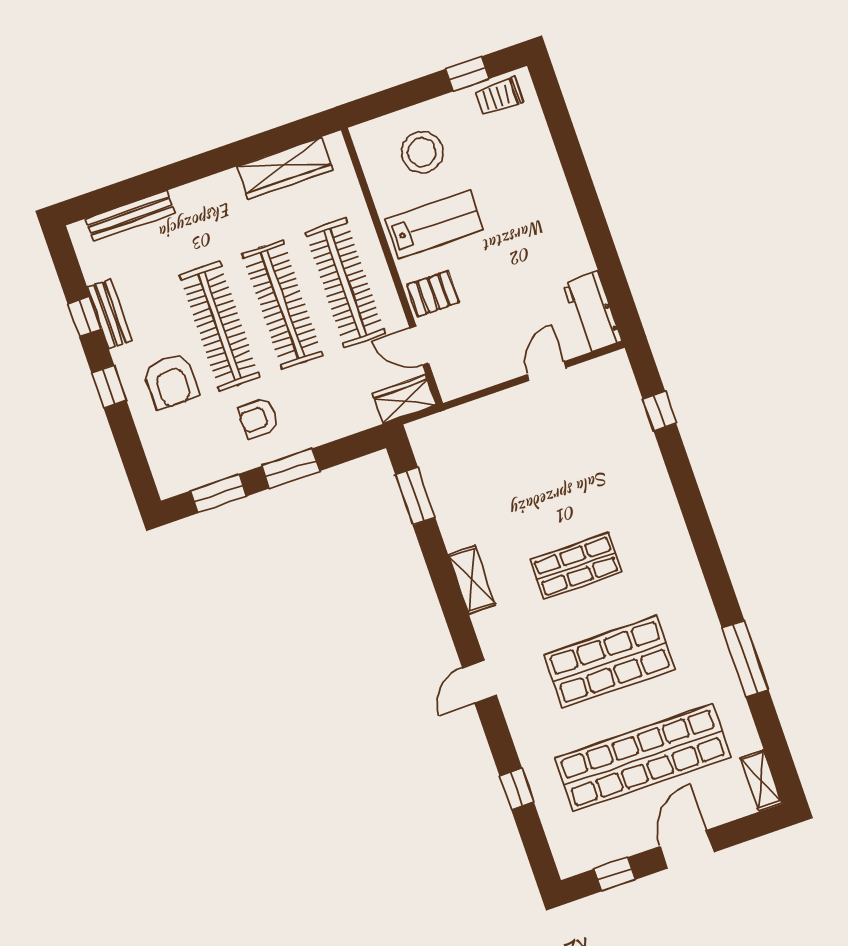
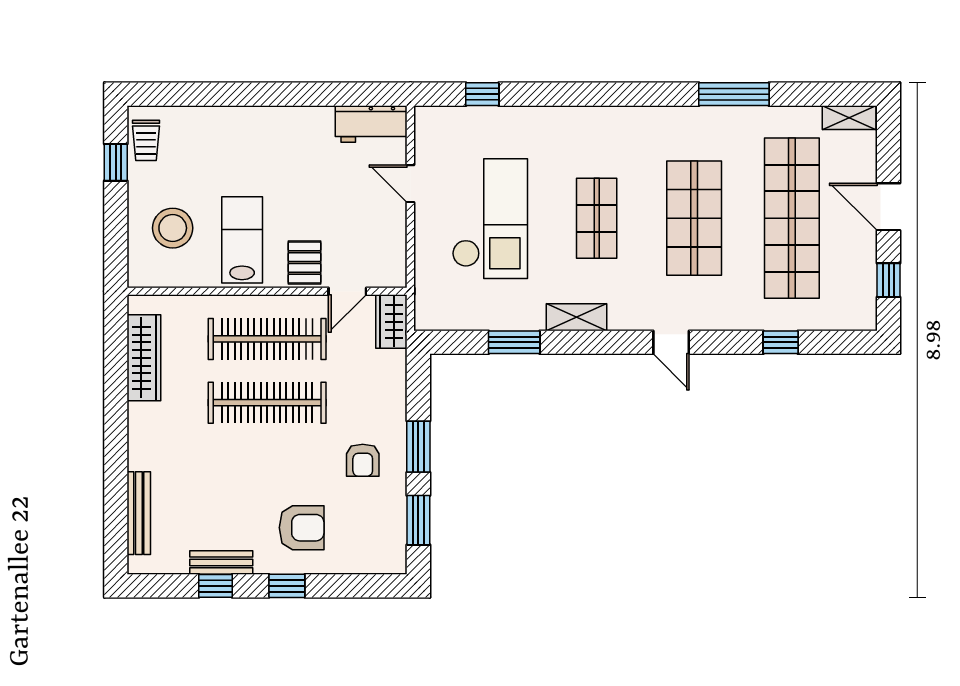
clothes rail: (220, 326) -> (267, 466), removed
checkout: (539, 461) -> (490, 219), added
window: (415, 496) -> (514, 342), moved

